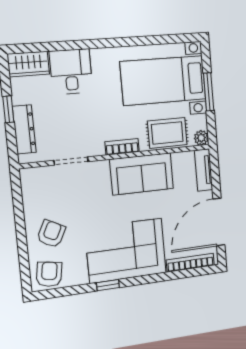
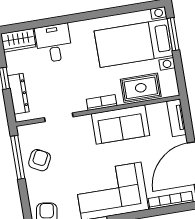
window: (209, 92) -> (173, 34), moved
plant: (201, 138) -> (172, 90), removed
window: (18, 207) -> (18, 157), added
armchair: (51, 234) -> (40, 160), moved

